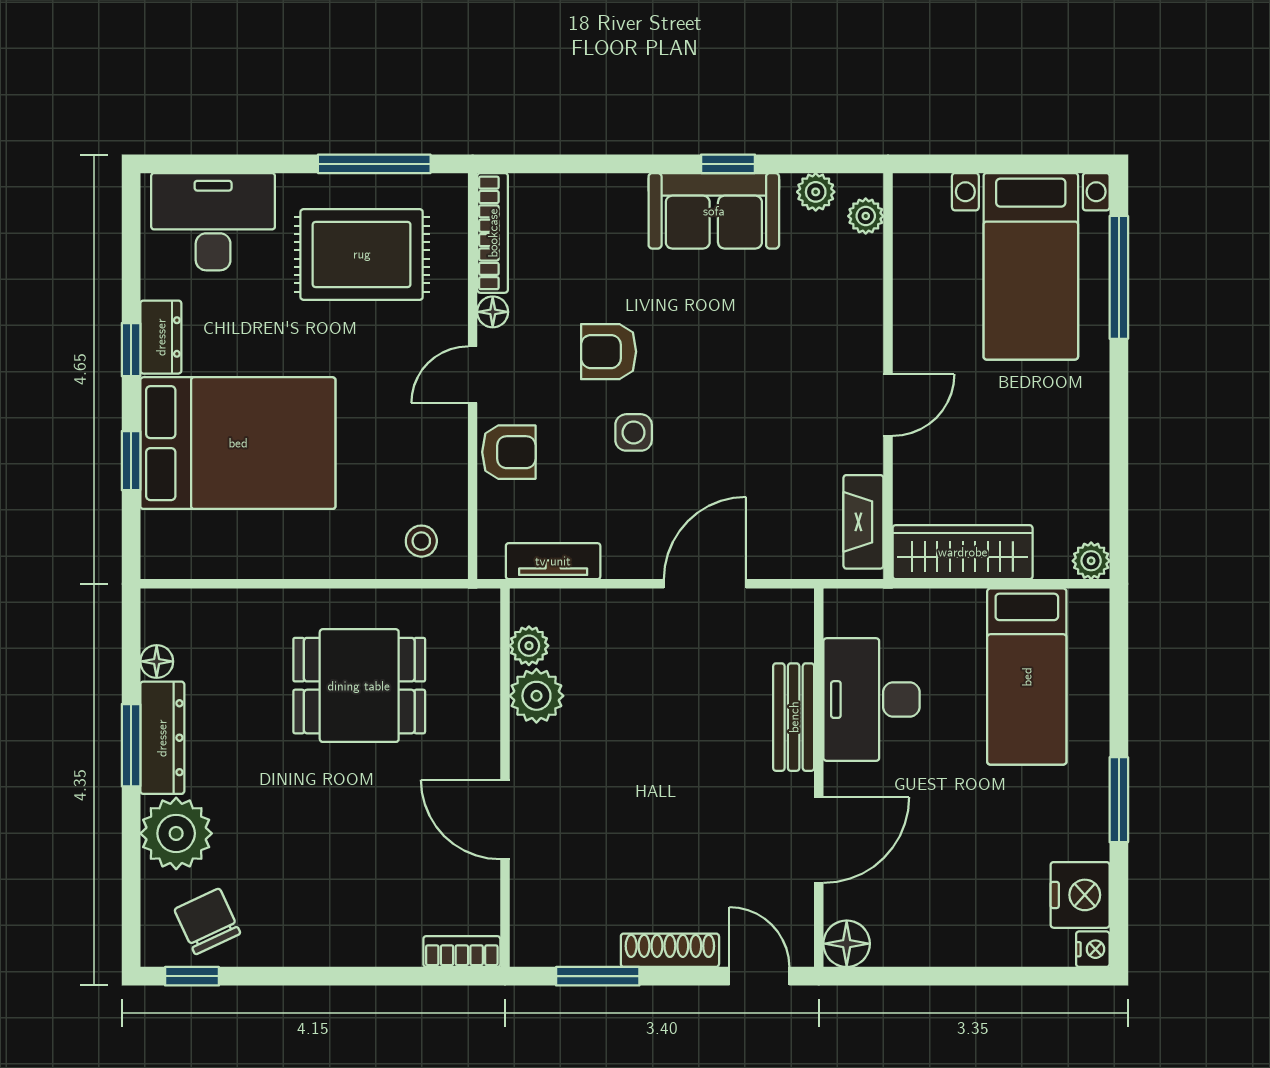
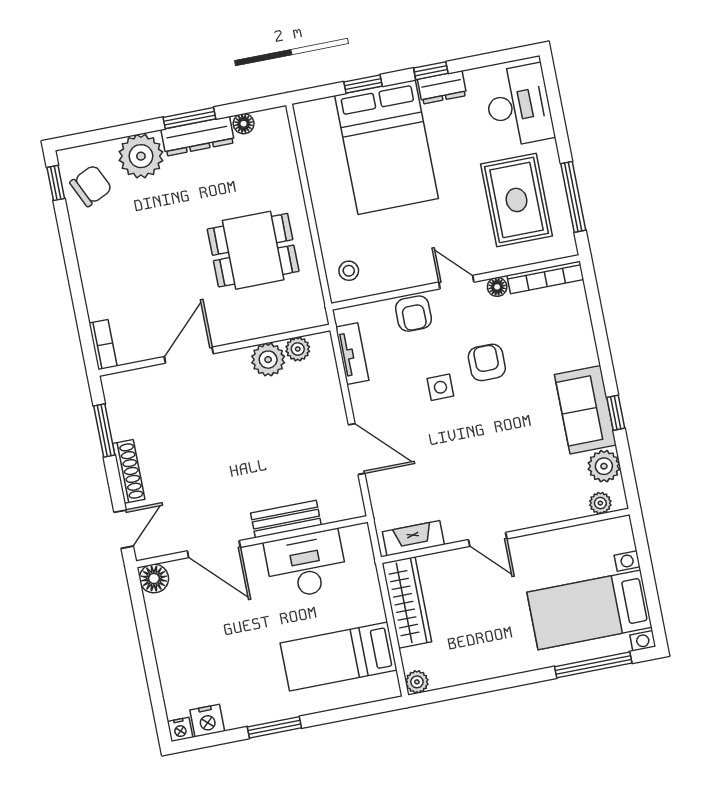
plant: (816, 192) -> (604, 466), width x1.38, depth x1.38
dining table: (359, 686) -> (253, 250), turned 90
nightstand: (1080, 895) -> (207, 721), width x0.74, depth x0.75

